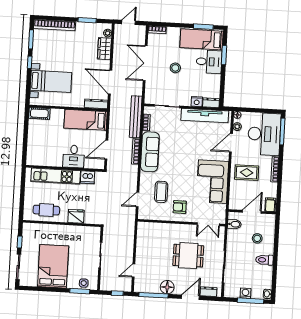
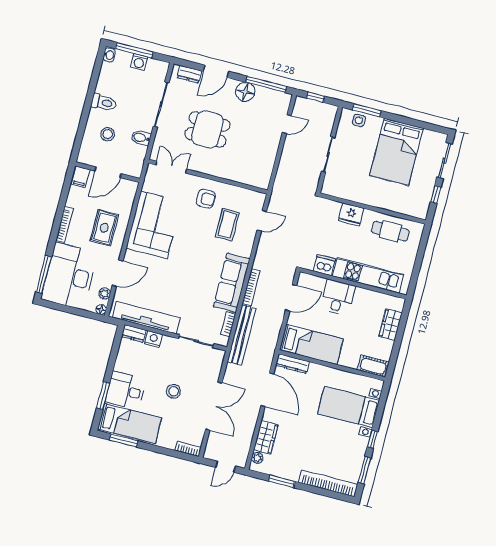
wardrobe: (33, 145) -> (390, 325), added
rug: (247, 173) -> (104, 228), turned 90
bidet: (234, 224) -> (141, 138), moved

